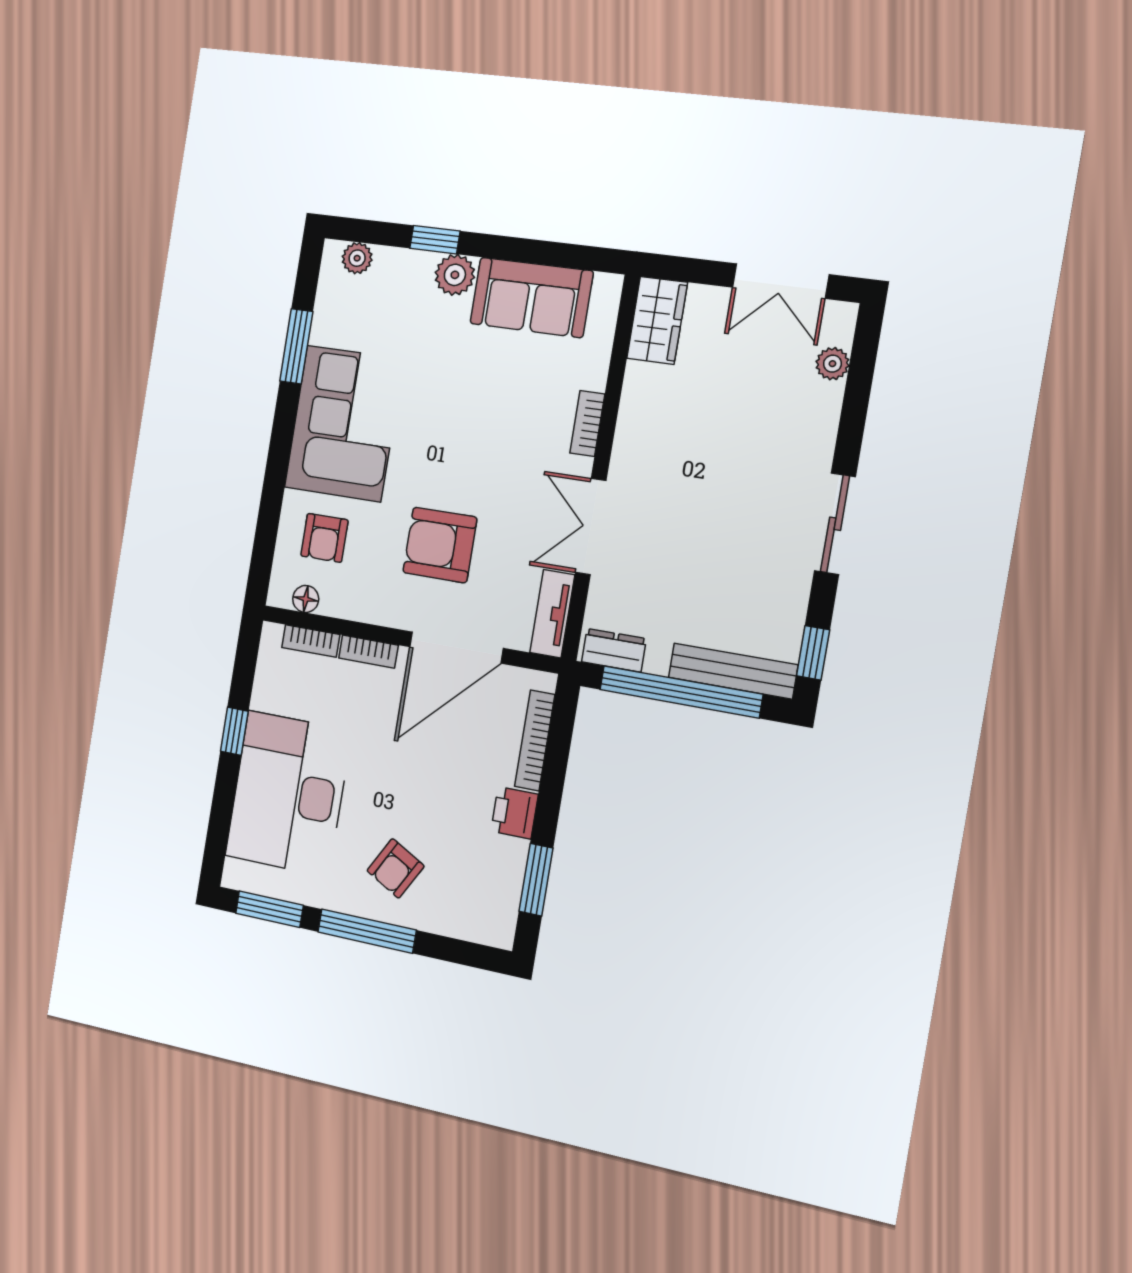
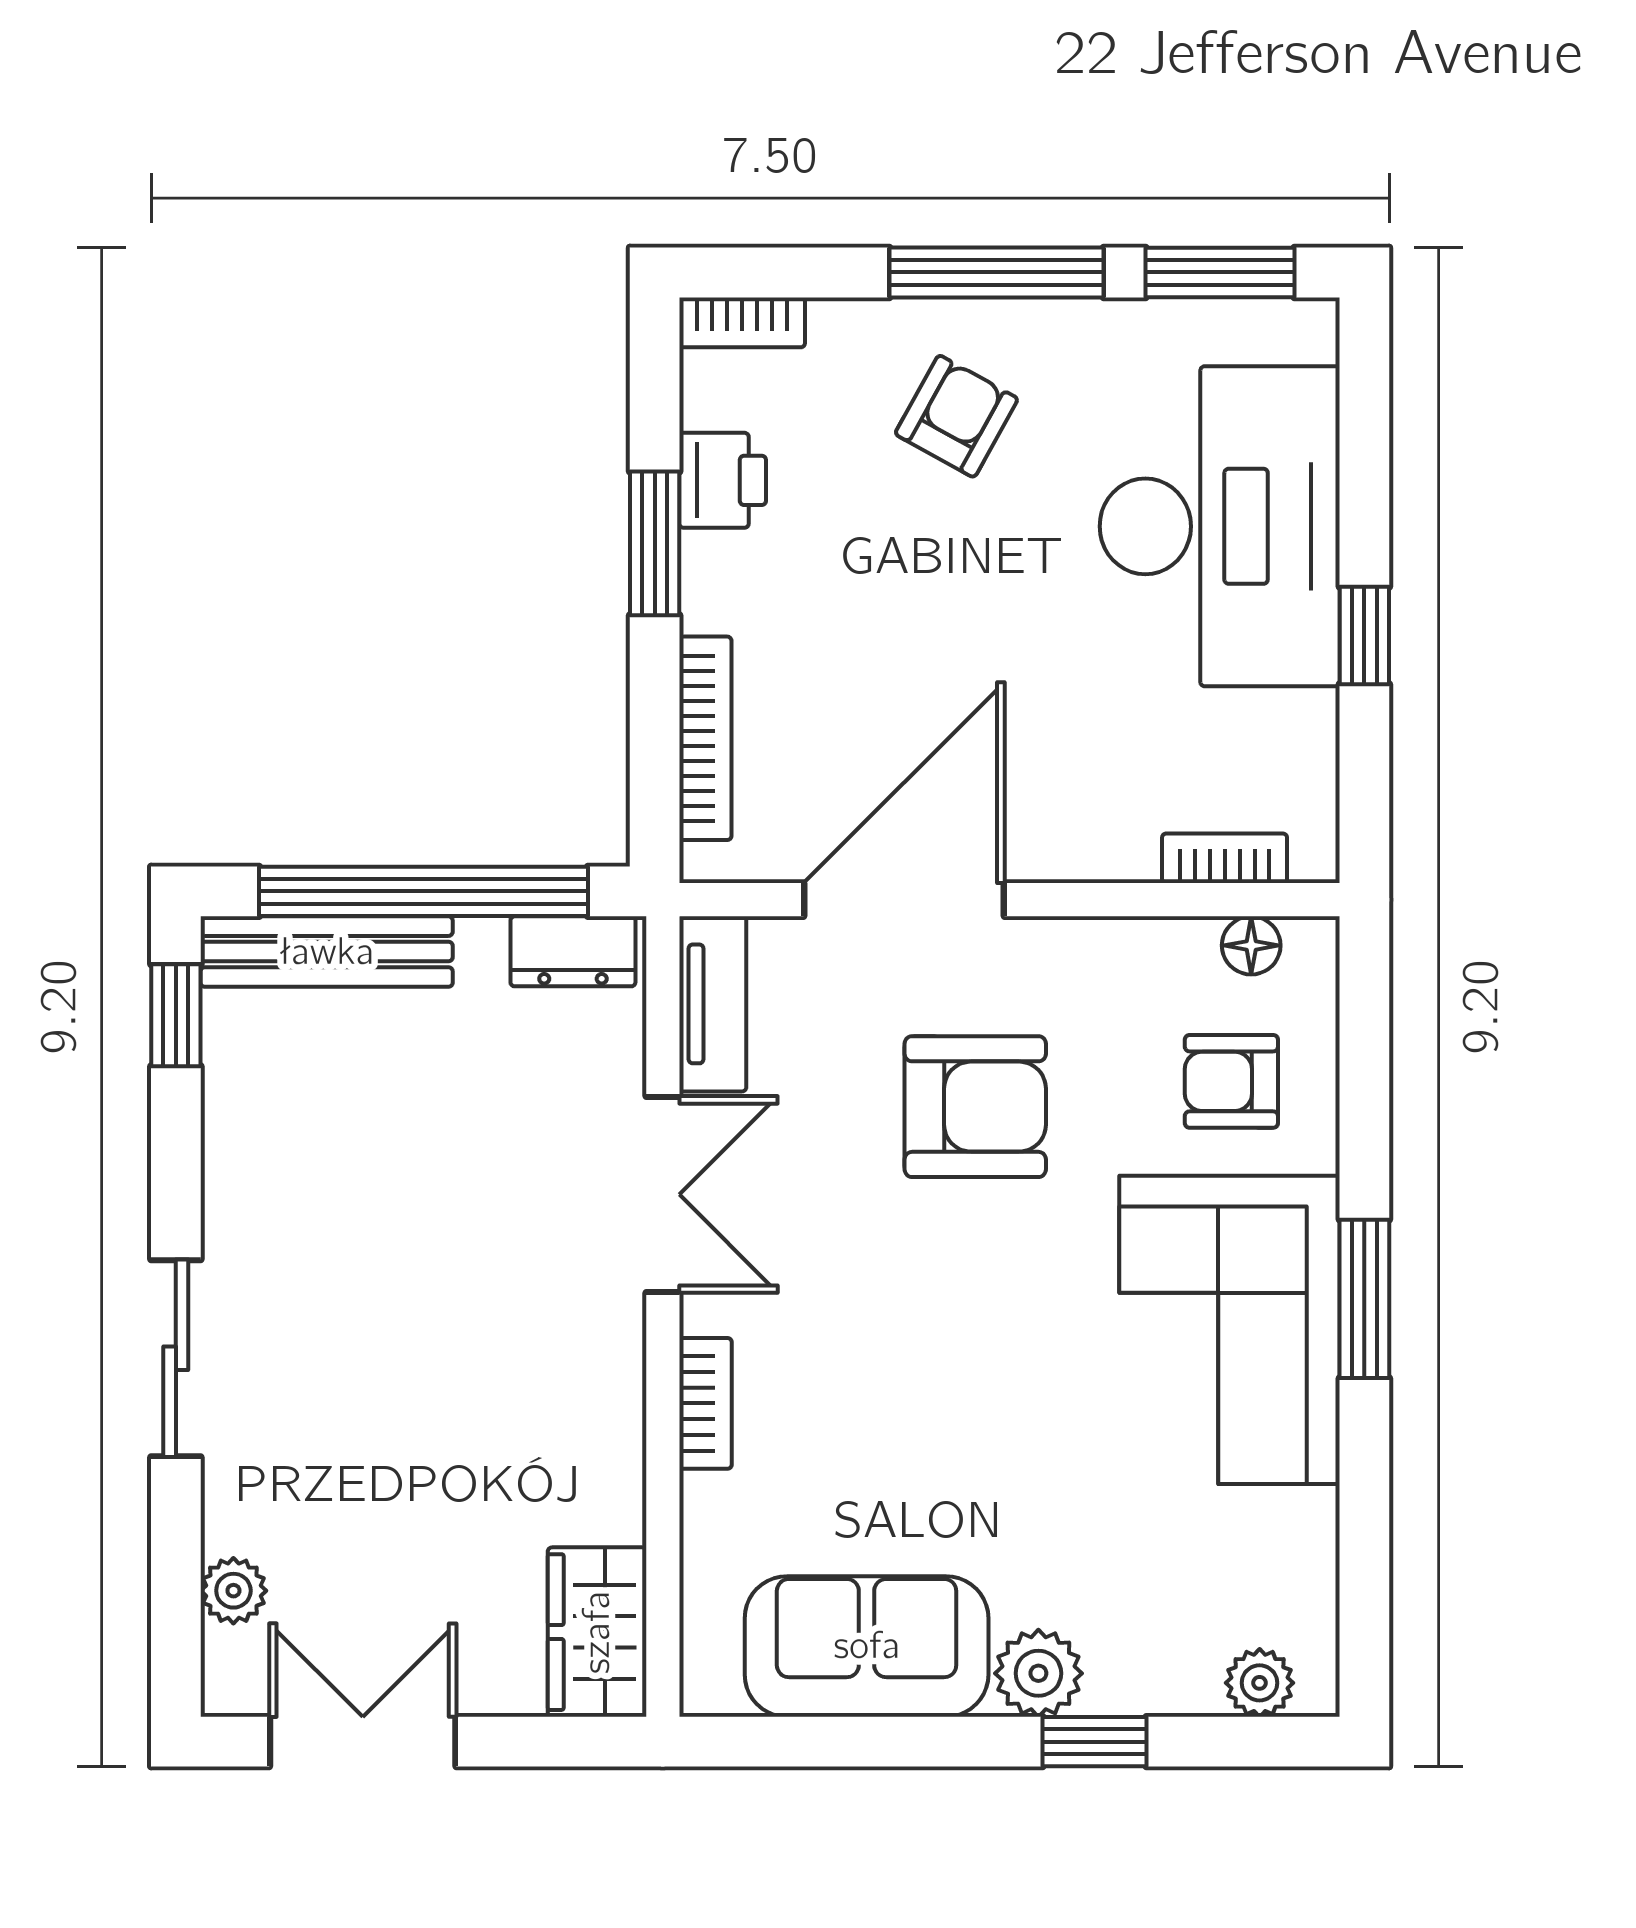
window: (296, 346) -> (1364, 1299), moved
sliding door: (835, 524) -> (176, 1358), moved
armchair: (324, 538) -> (1231, 1081), turned -90
bookcase: (368, 652) -> (742, 322), moved, turned 180
printer: (515, 813) -> (723, 480), moved
window: (536, 880) -> (655, 543), moved

